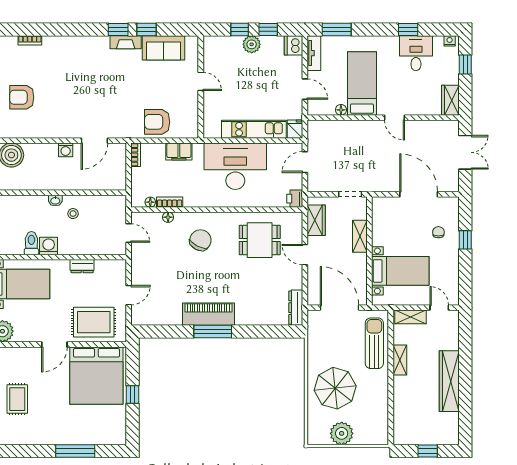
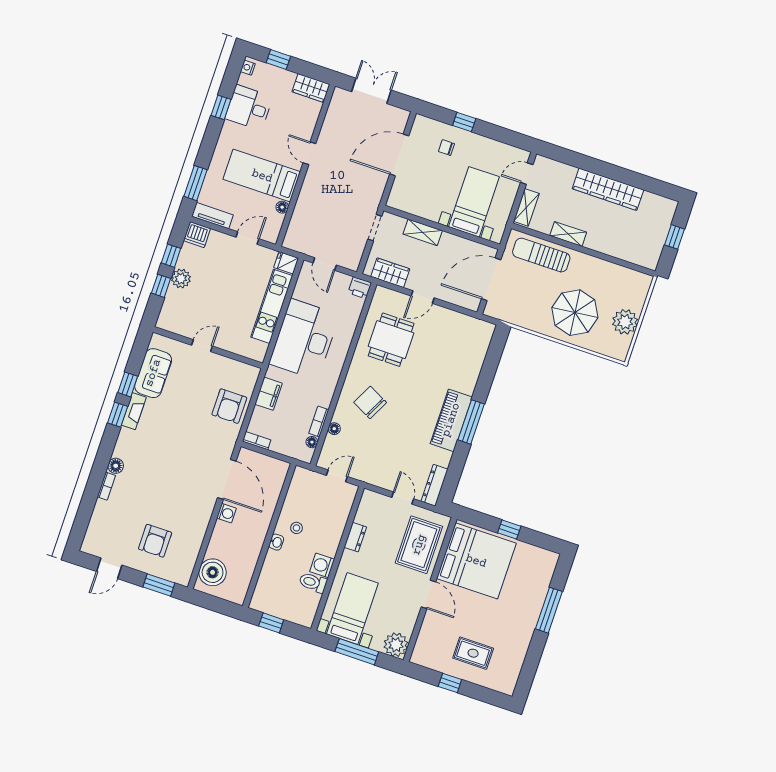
bookcase: (30, 40) -> (106, 486), moved
floor lamp: (74, 42) -> (116, 466), added
door: (394, 118) -> (309, 153), swing flipped
door: (94, 141) -> (227, 479), width x1.36
dresser: (296, 308) -> (434, 485), moved, turned 90

